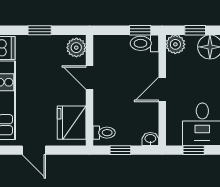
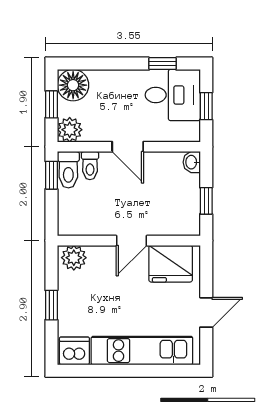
door: (90, 77) -> (132, 241), moved
toilet: (104, 133) -> (90, 166), moved, turned 180

